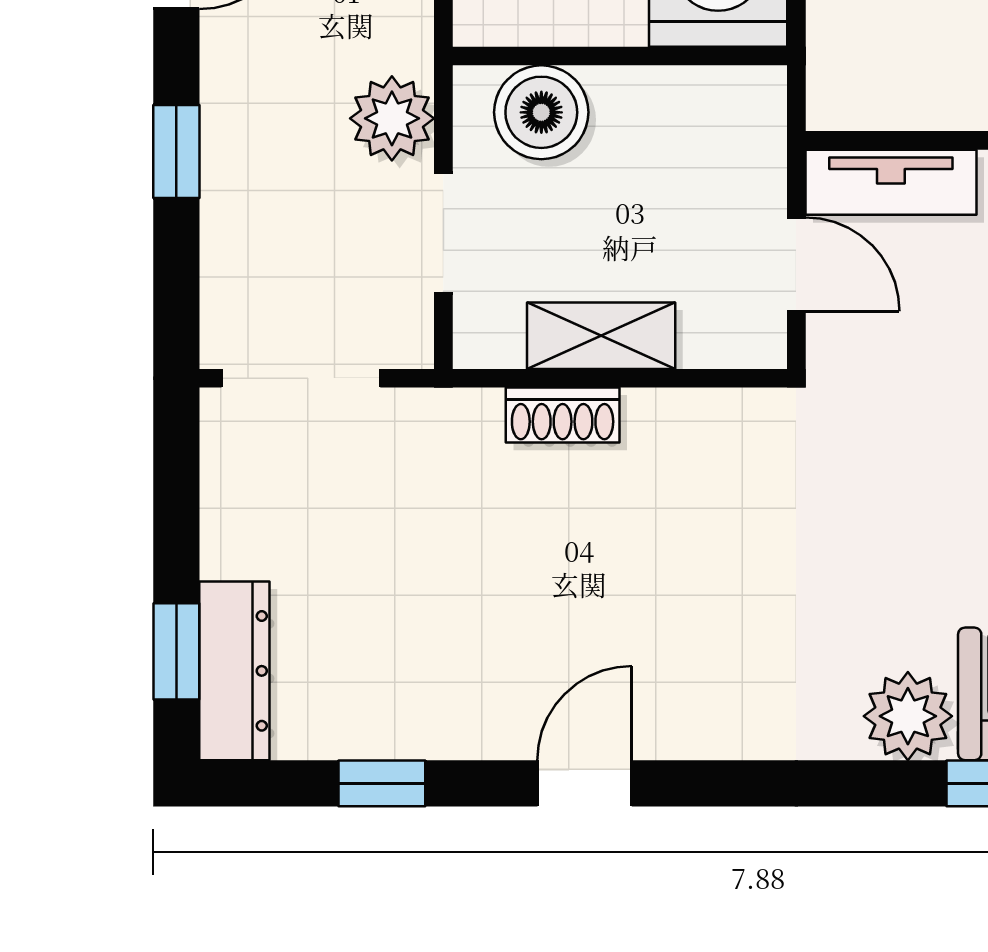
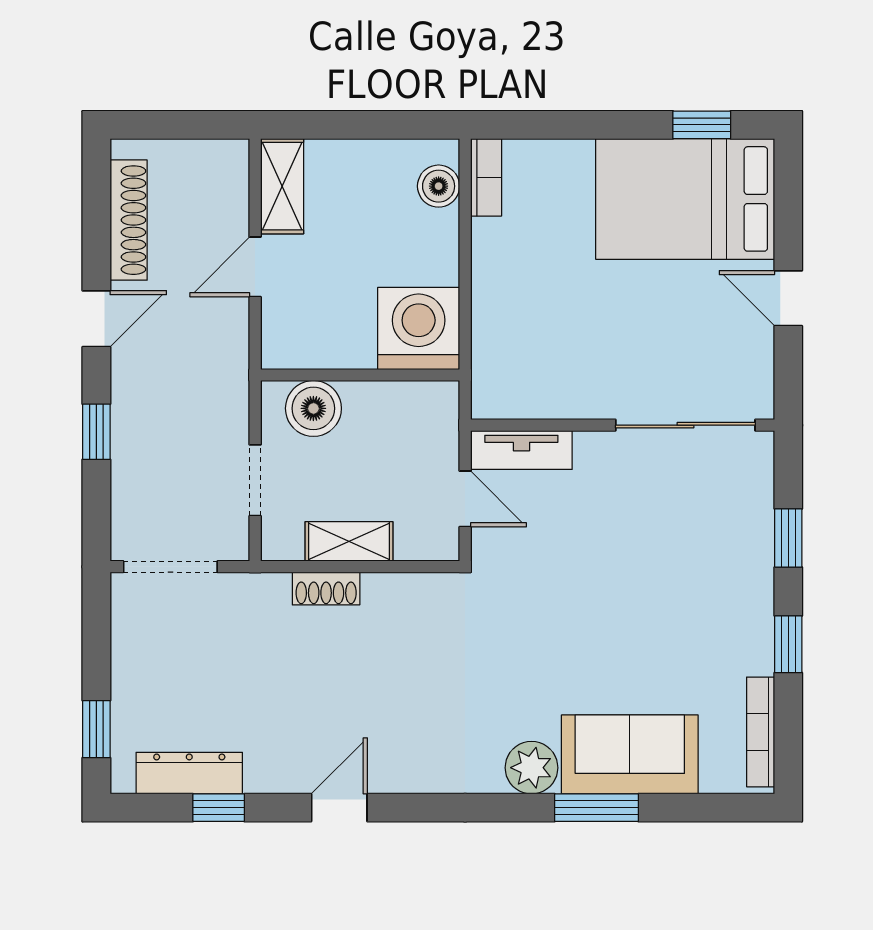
plant: (392, 118) -> (225, 412), removed
dresser: (234, 671) -> (189, 773), moved, turned -90

